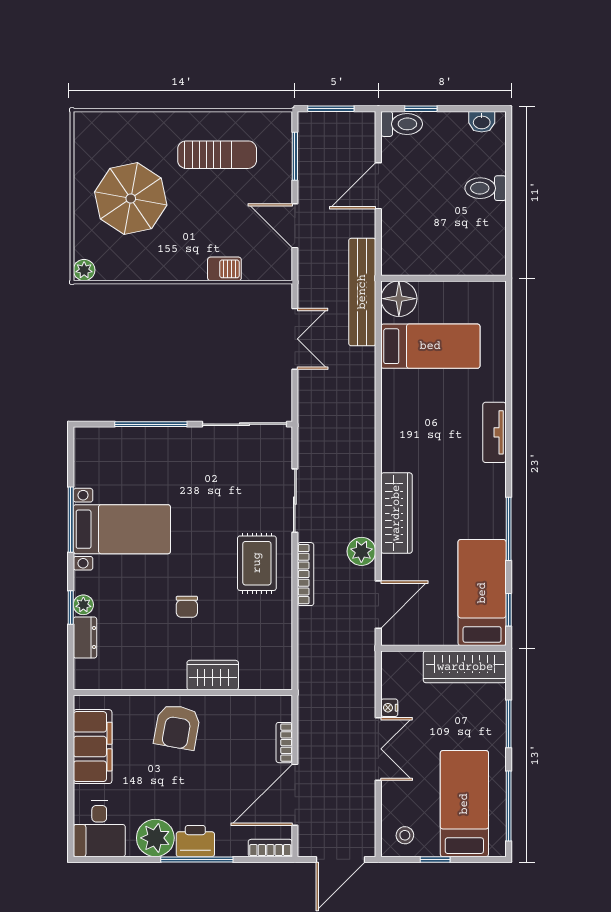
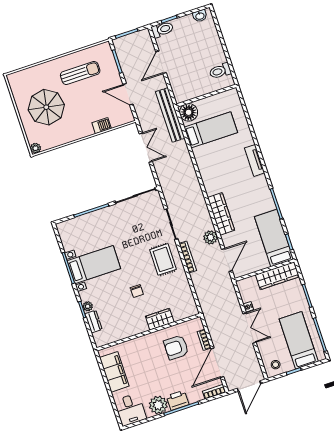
toilet: (486, 188) -> (220, 71), moved
armchair: (177, 727) -> (176, 347), moved, turned 80

